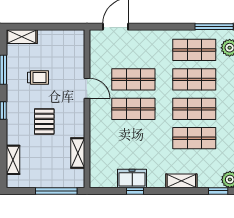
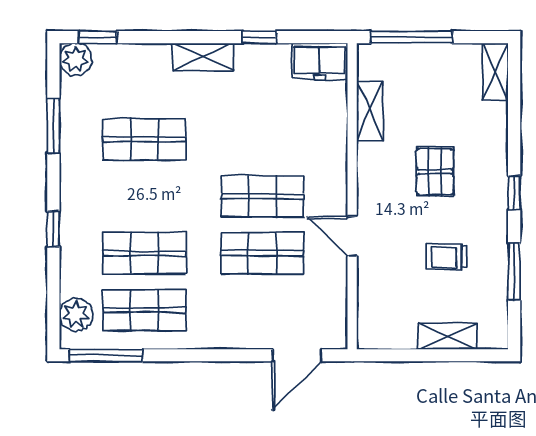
shelving: (22, 37) -> (448, 336), moved
shop shelf: (194, 109) -> (144, 196), removed
shelving: (13, 160) -> (495, 72), moved
freezer: (132, 179) -> (320, 61), moved
shelving: (181, 181) -> (203, 57), moved

